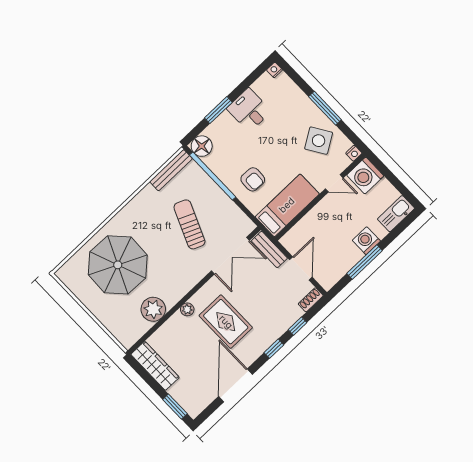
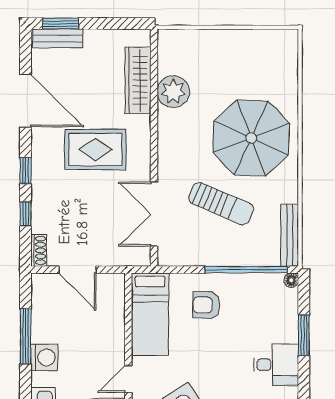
floor lamp: (202, 146) -> (291, 280), width x0.53, depth x0.53
bench: (269, 249) -> (58, 38), moved
parasol: (118, 265) -> (251, 138), moved
plant: (187, 309) -> (142, 124), removed
wardrobe: (155, 366) -> (138, 80), moved, turned 90

